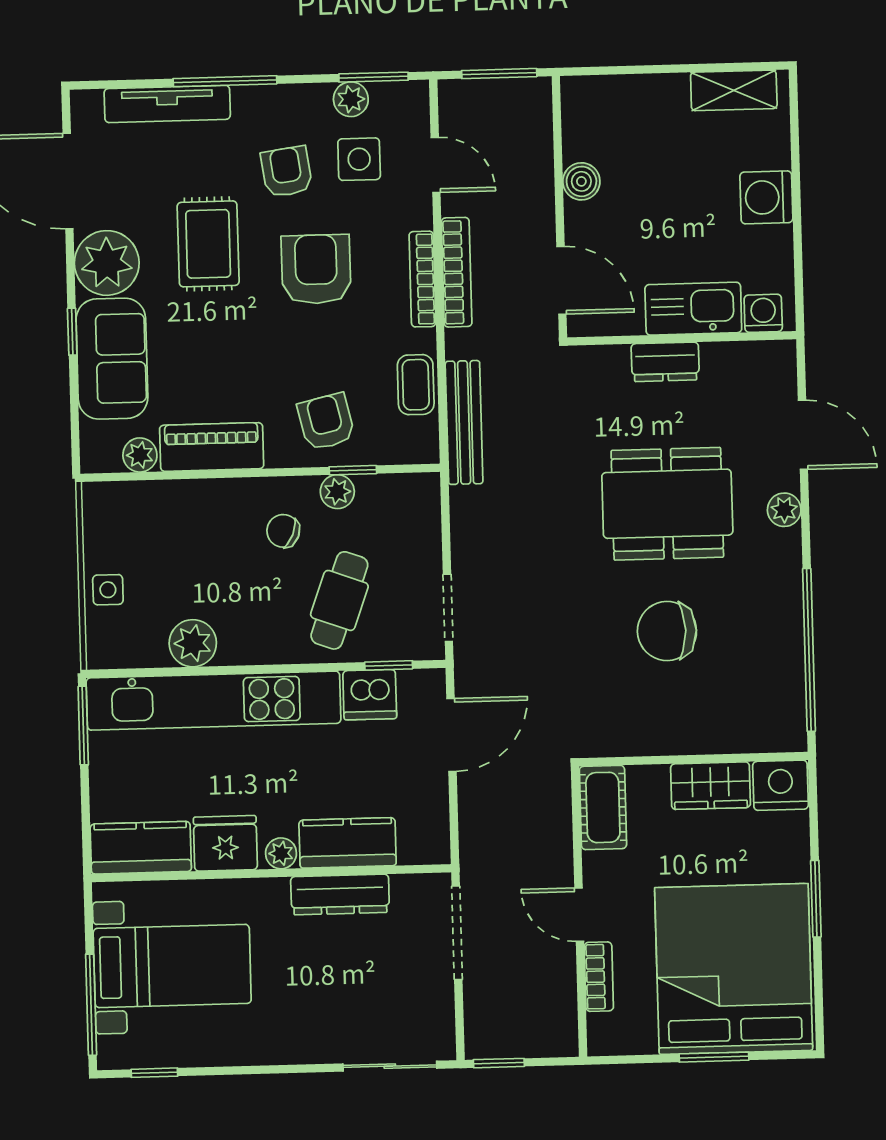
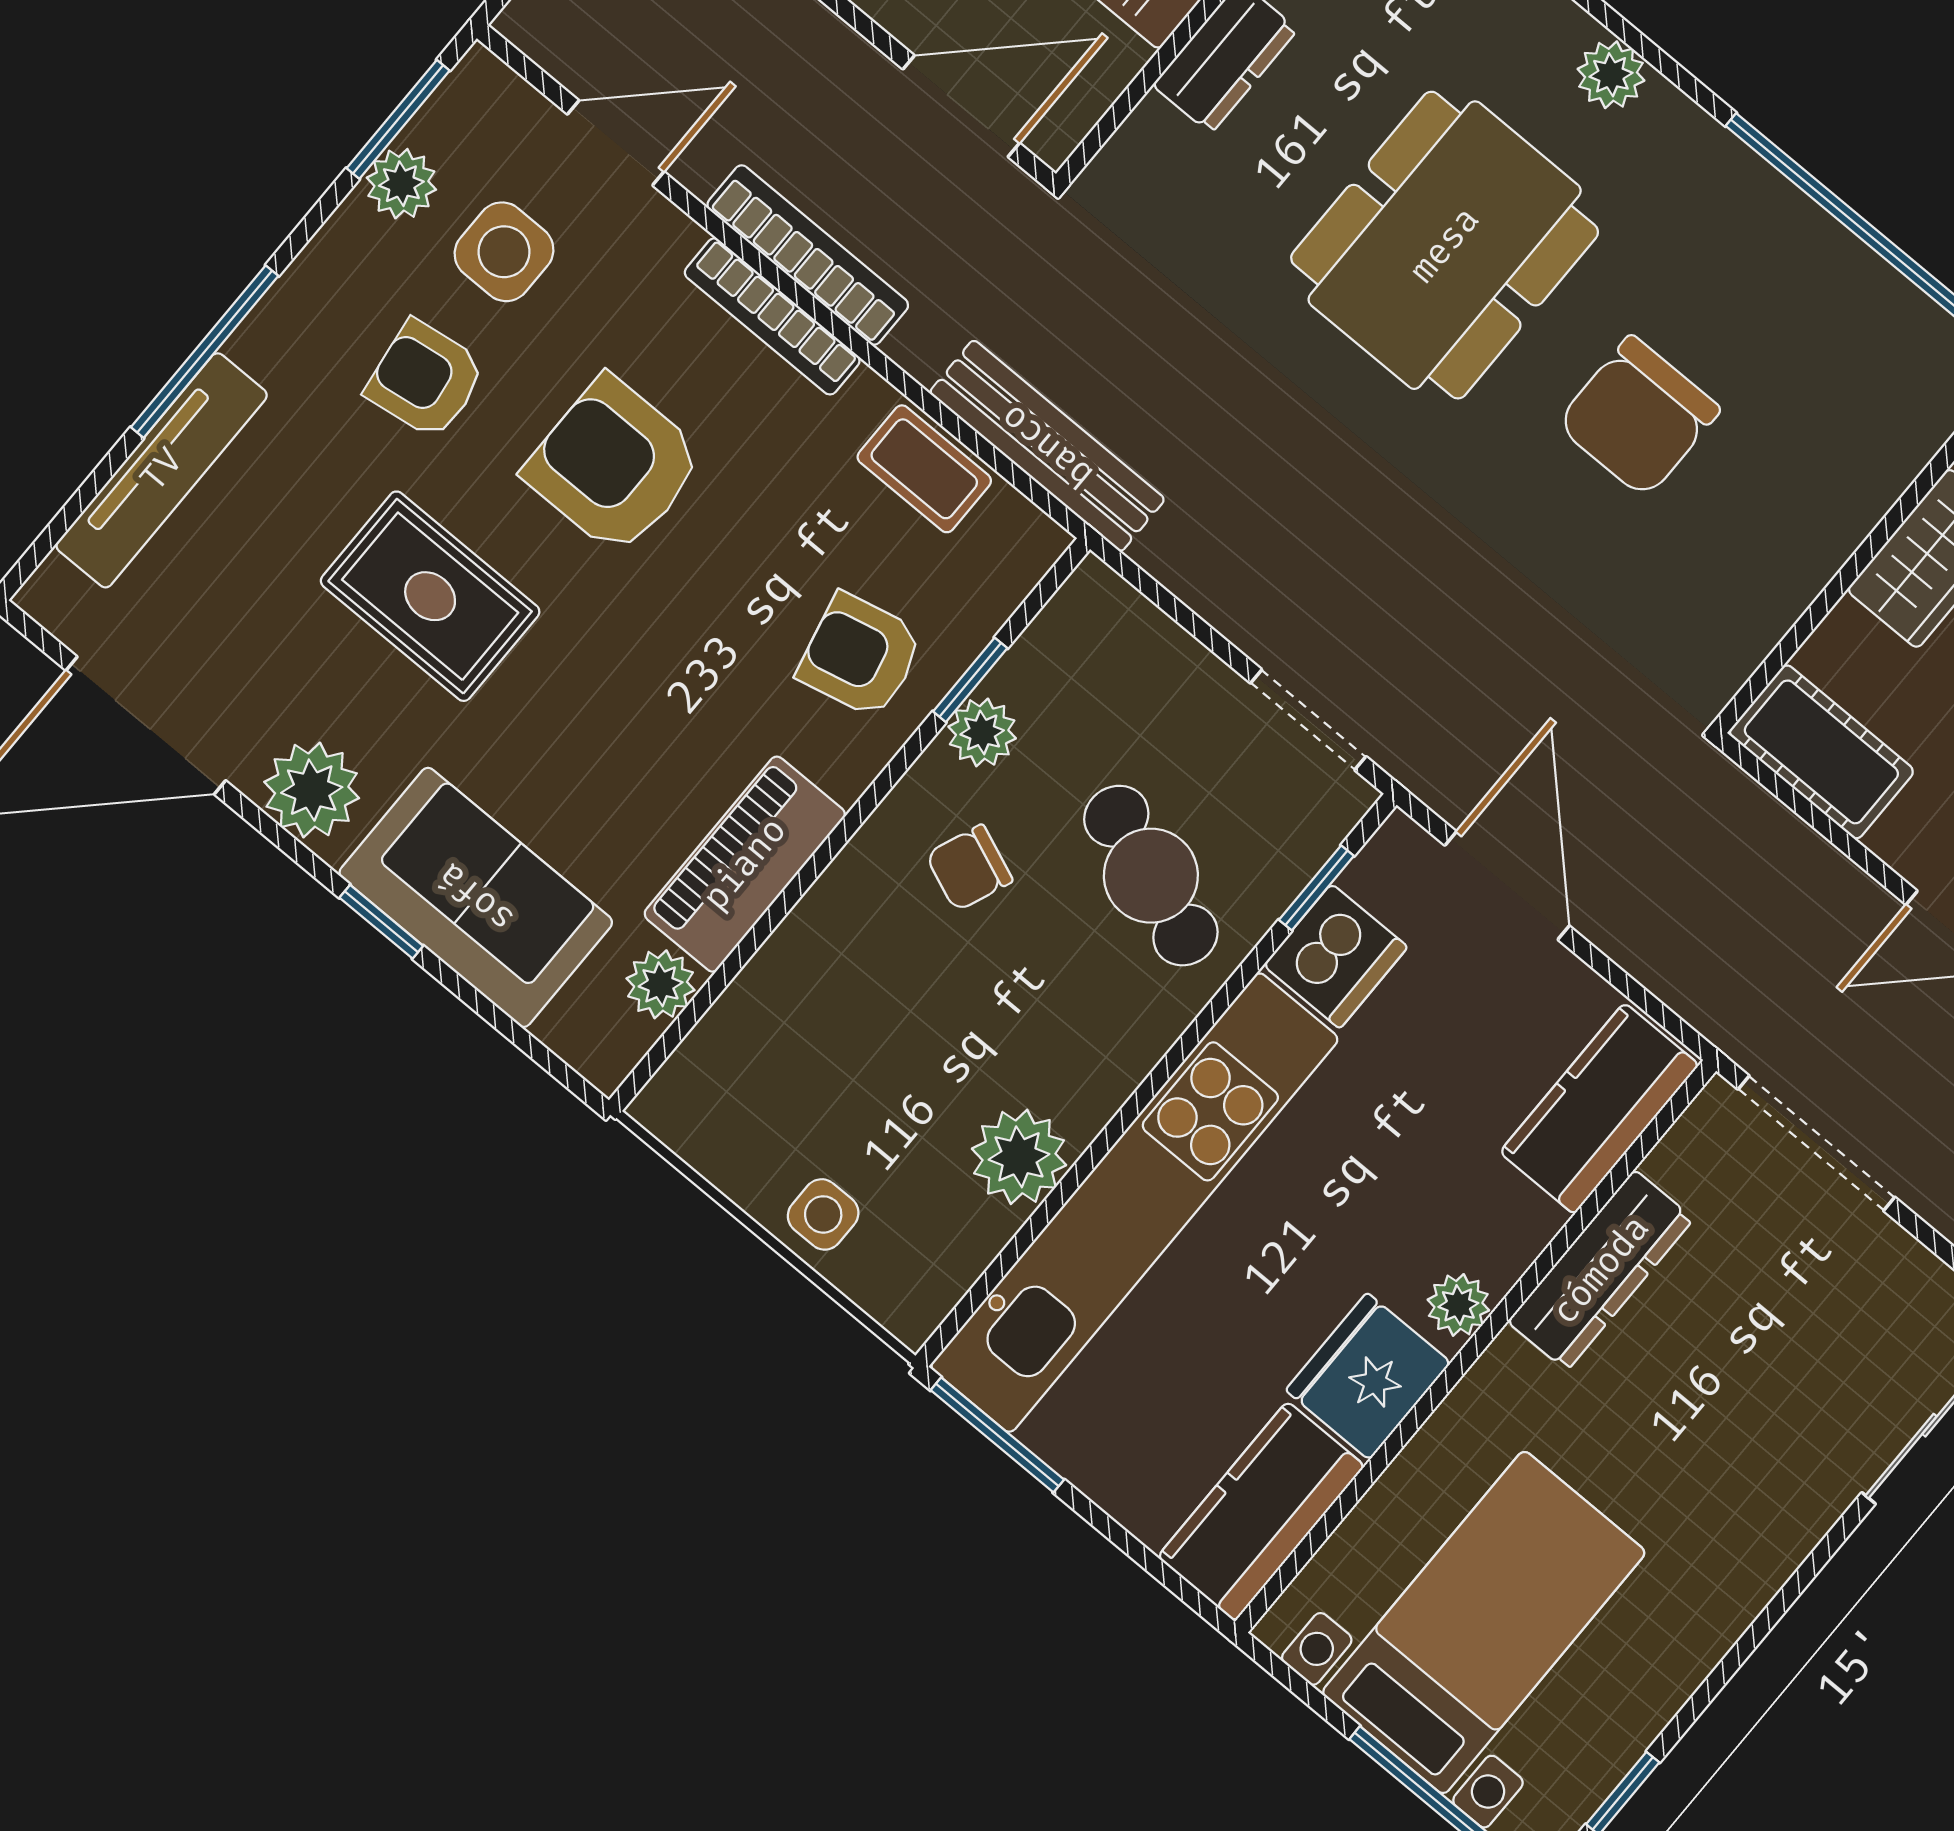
plant: (107, 263) -> (312, 790), width x0.73, depth x0.73
kitchen counter: (348, 843) -> (1599, 1108), moved

